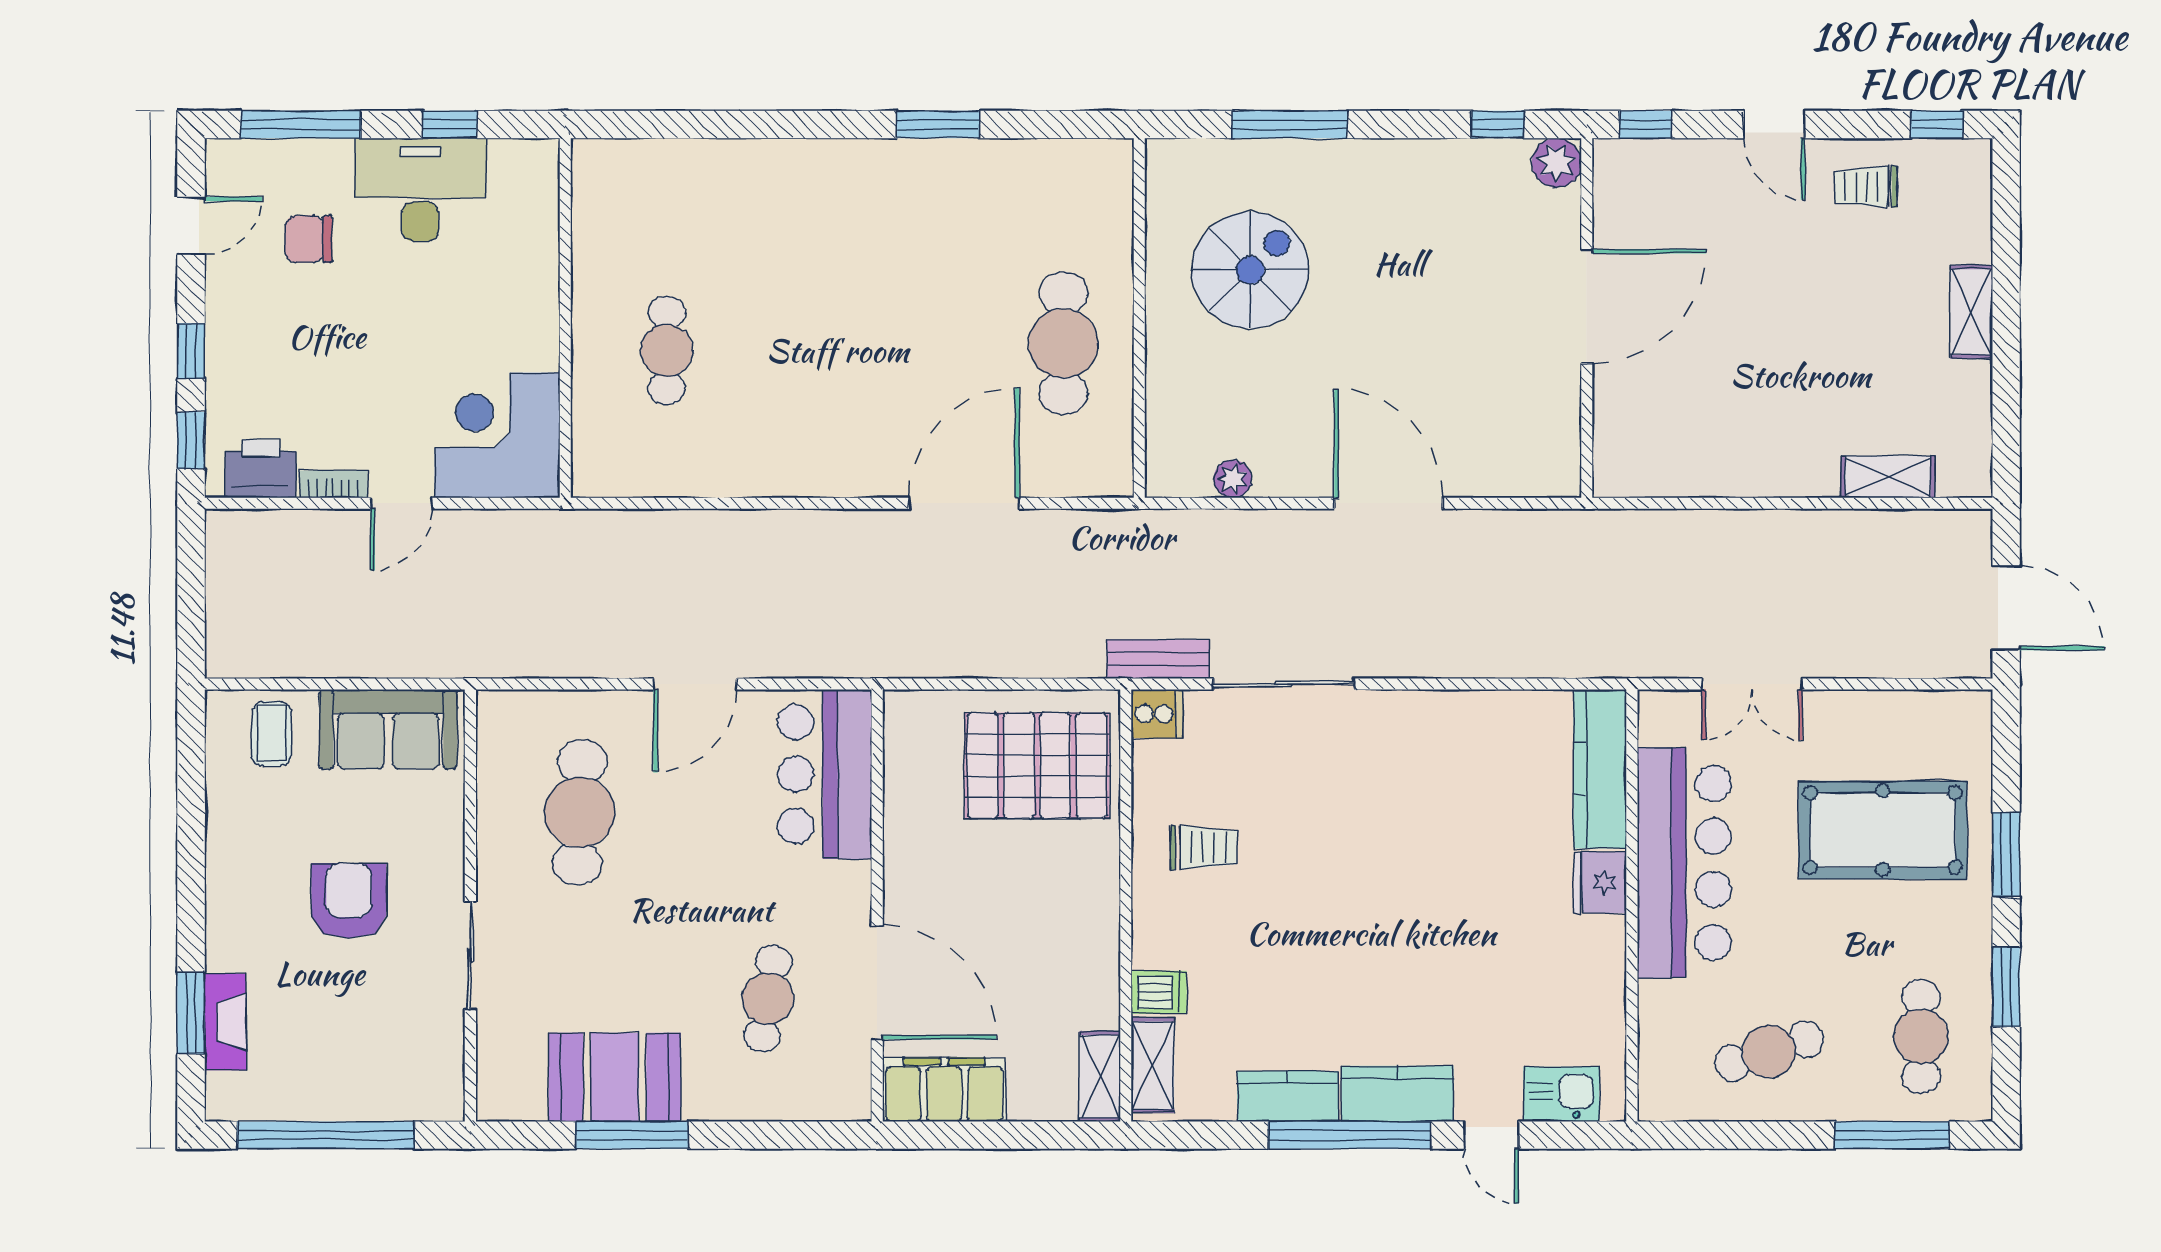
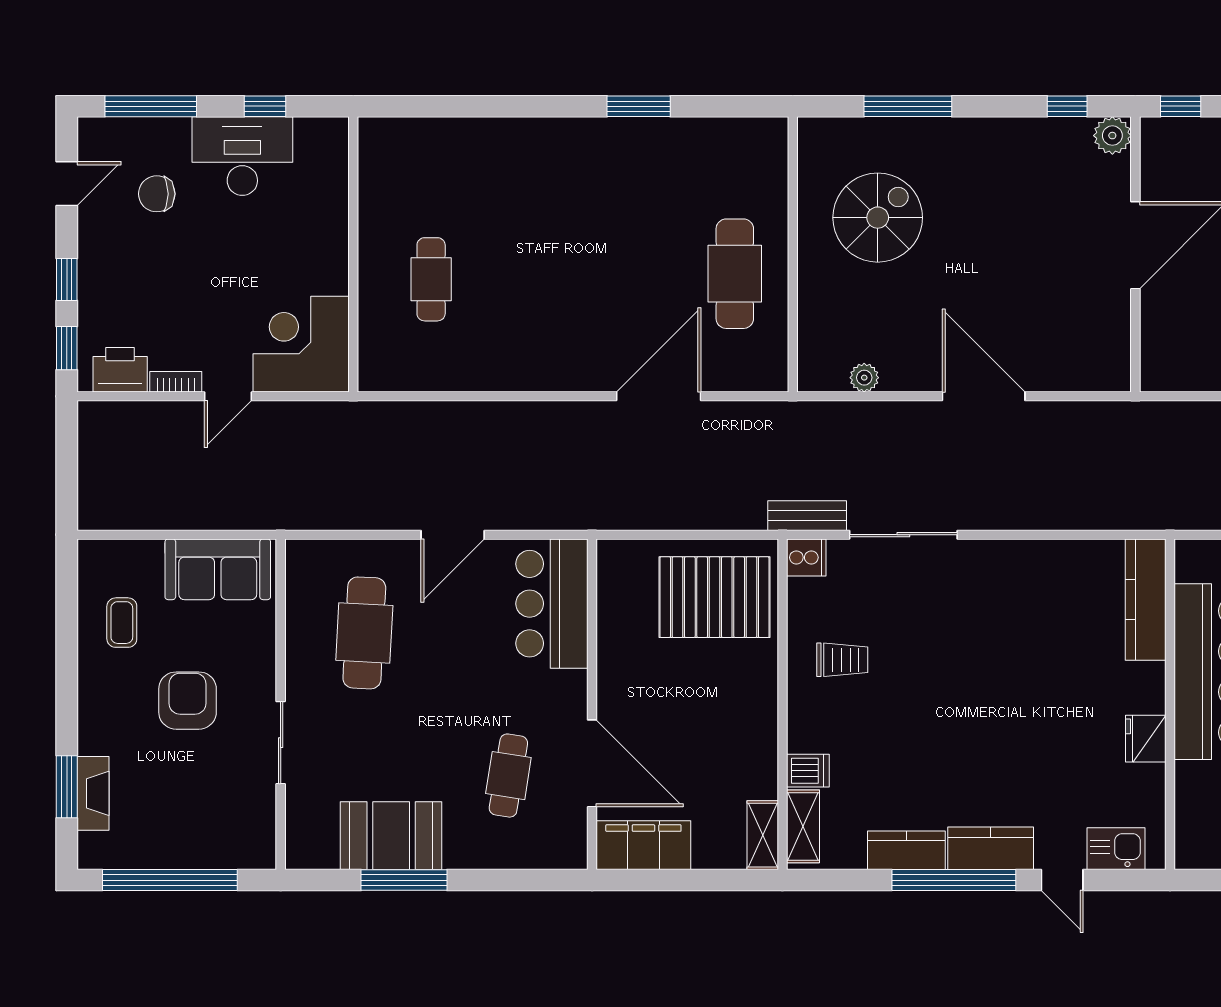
coffee table: (271, 734) -> (122, 623), moved
fridge: (1600, 883) -> (1146, 739), moved

